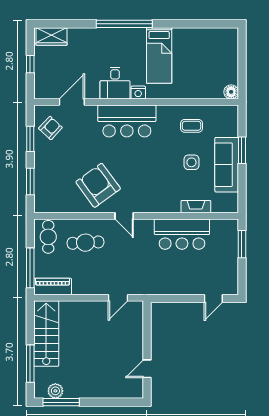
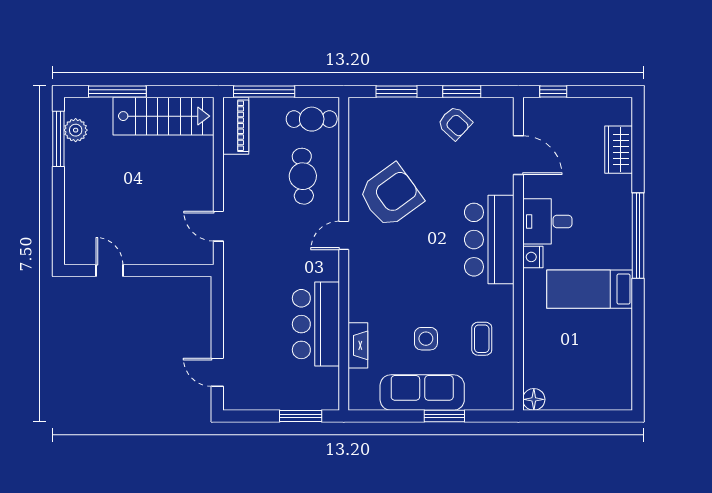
wardrobe: (52, 36) -> (619, 150), moved
window: (30, 64) -> (553, 91), moved
armchair: (50, 128) -> (455, 123), moved

